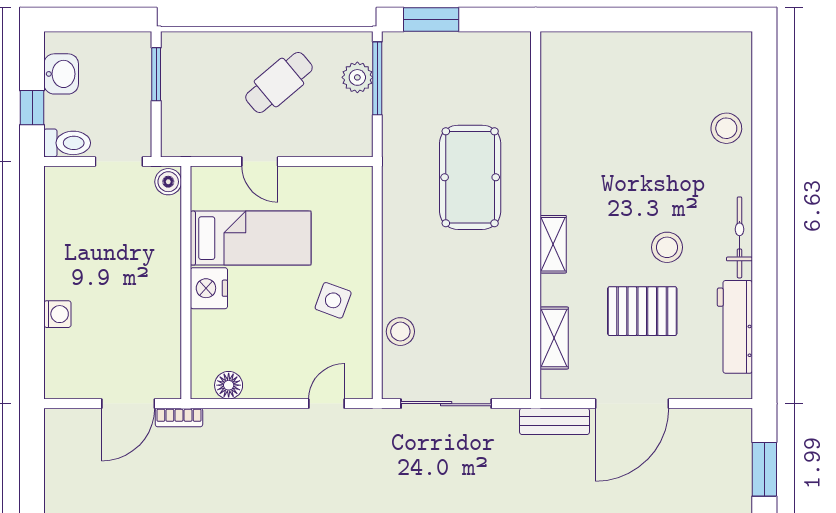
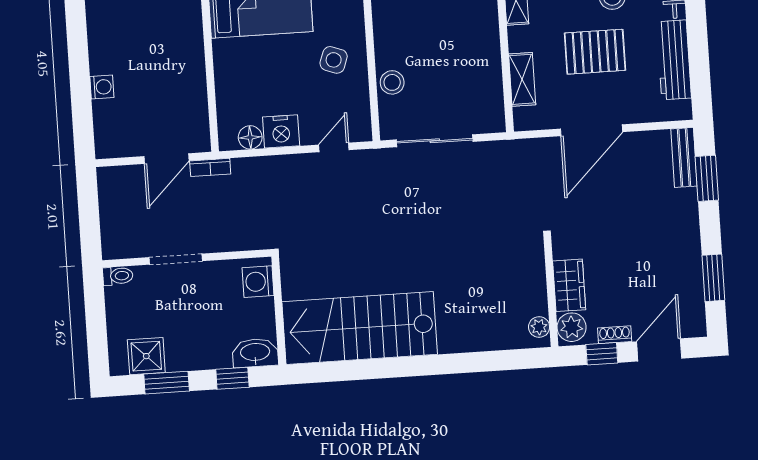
nightstand: (209, 288) -> (281, 131), moved, turned -90
bench: (554, 421) -> (684, 157), moved, turned 90

